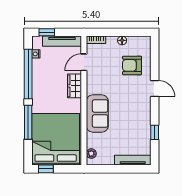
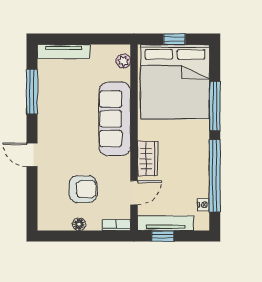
window: (47, 32) -> (163, 236), moved
armchair: (132, 65) -> (83, 189), moved
sofa: (97, 114) -> (115, 119), width x1.36
window: (155, 132) -> (32, 92), width x2.17
window: (46, 169) -> (174, 39), moved

